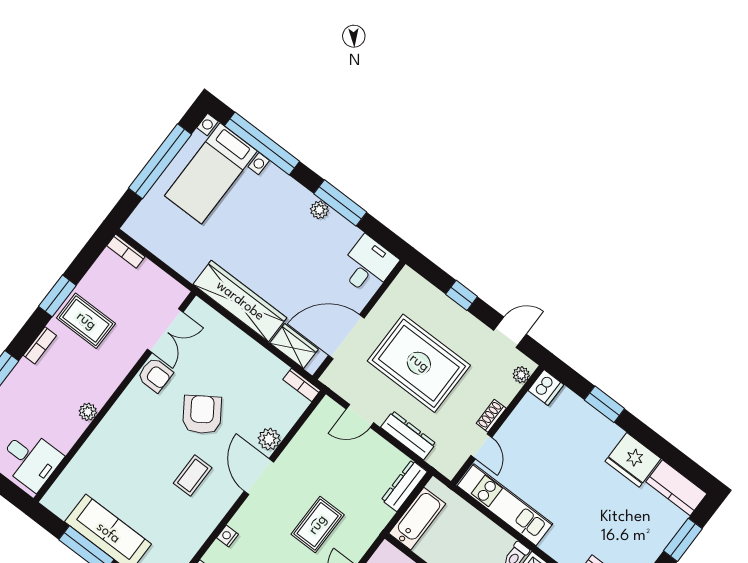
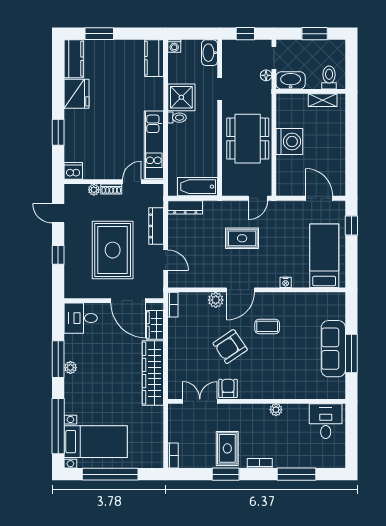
plant: (521, 375) -> (94, 190), moved

